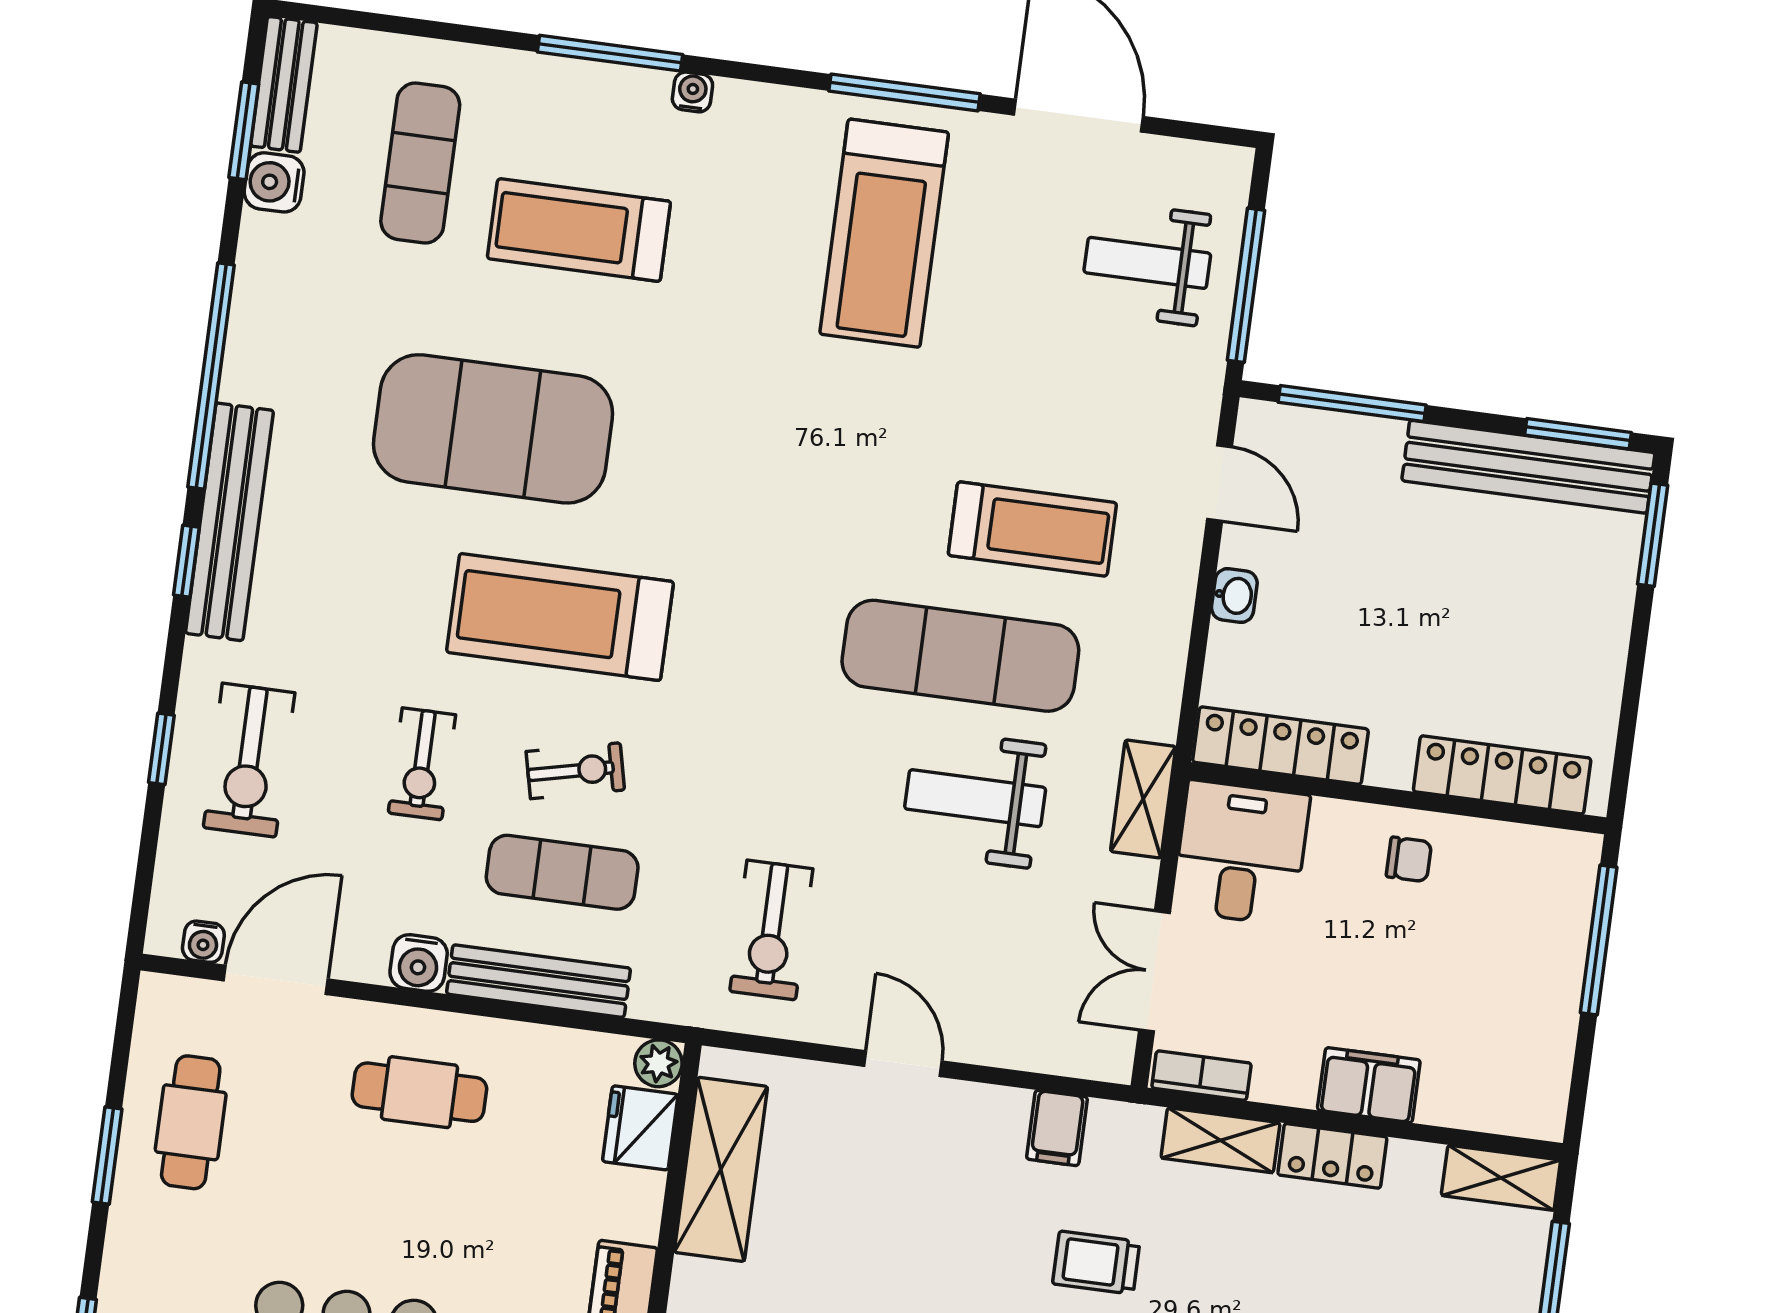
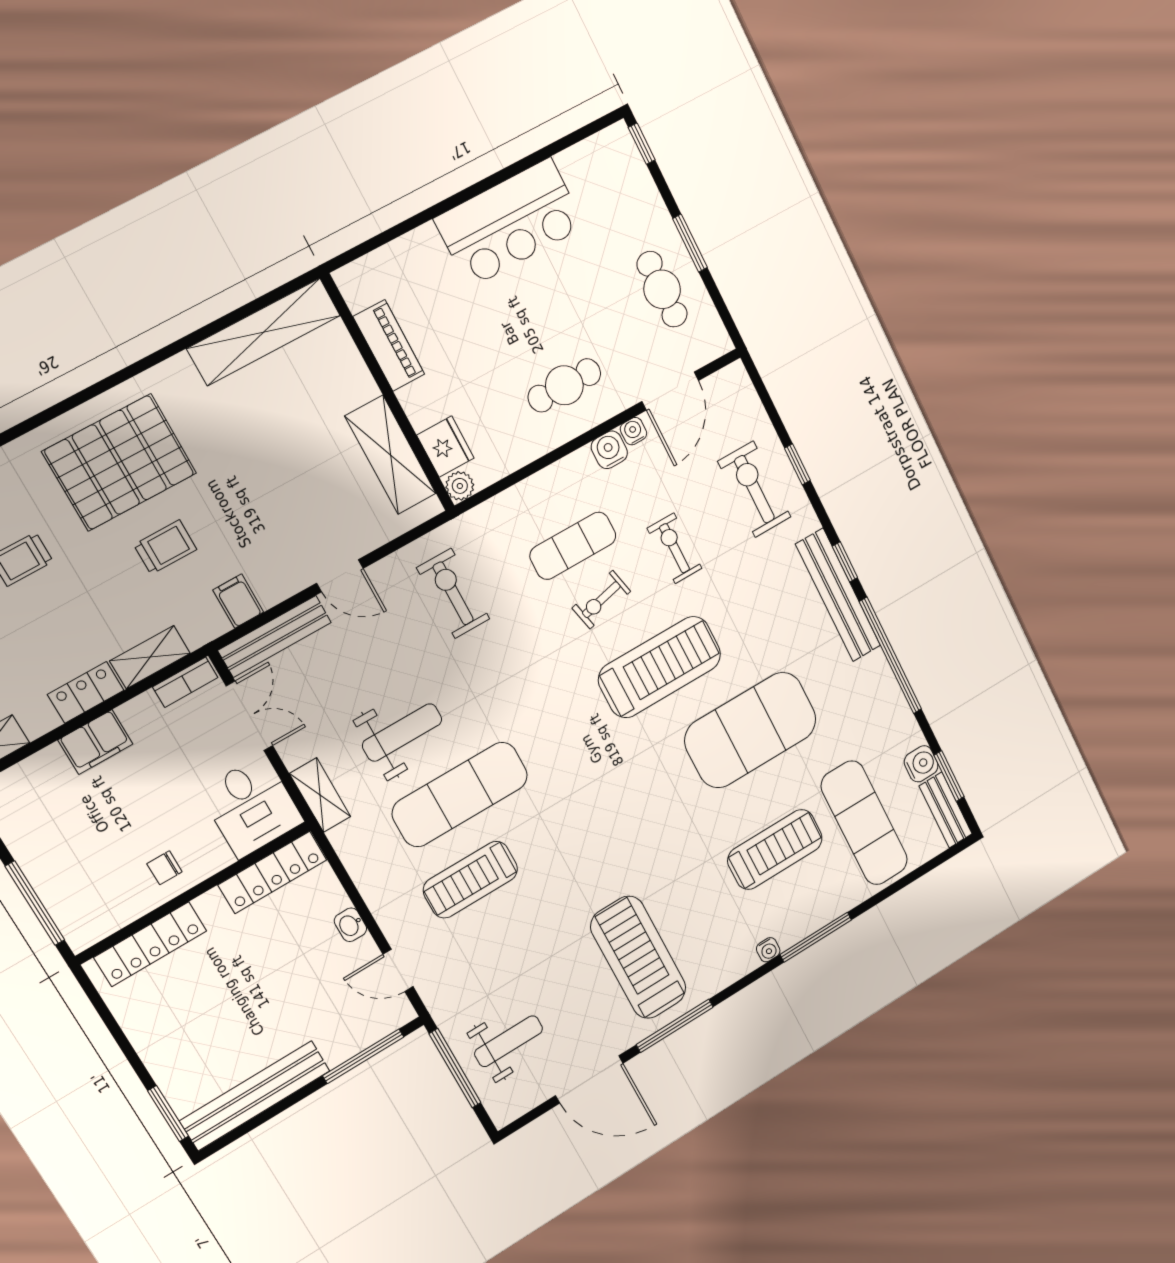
exercise mat: (420, 163) -> (864, 823), width x1.36, depth x1.45
window: (1578, 434) -> (243, 1130), removed
water cooler: (203, 942) -> (633, 431), moved
bench: (539, 981) -> (275, 636), moved

